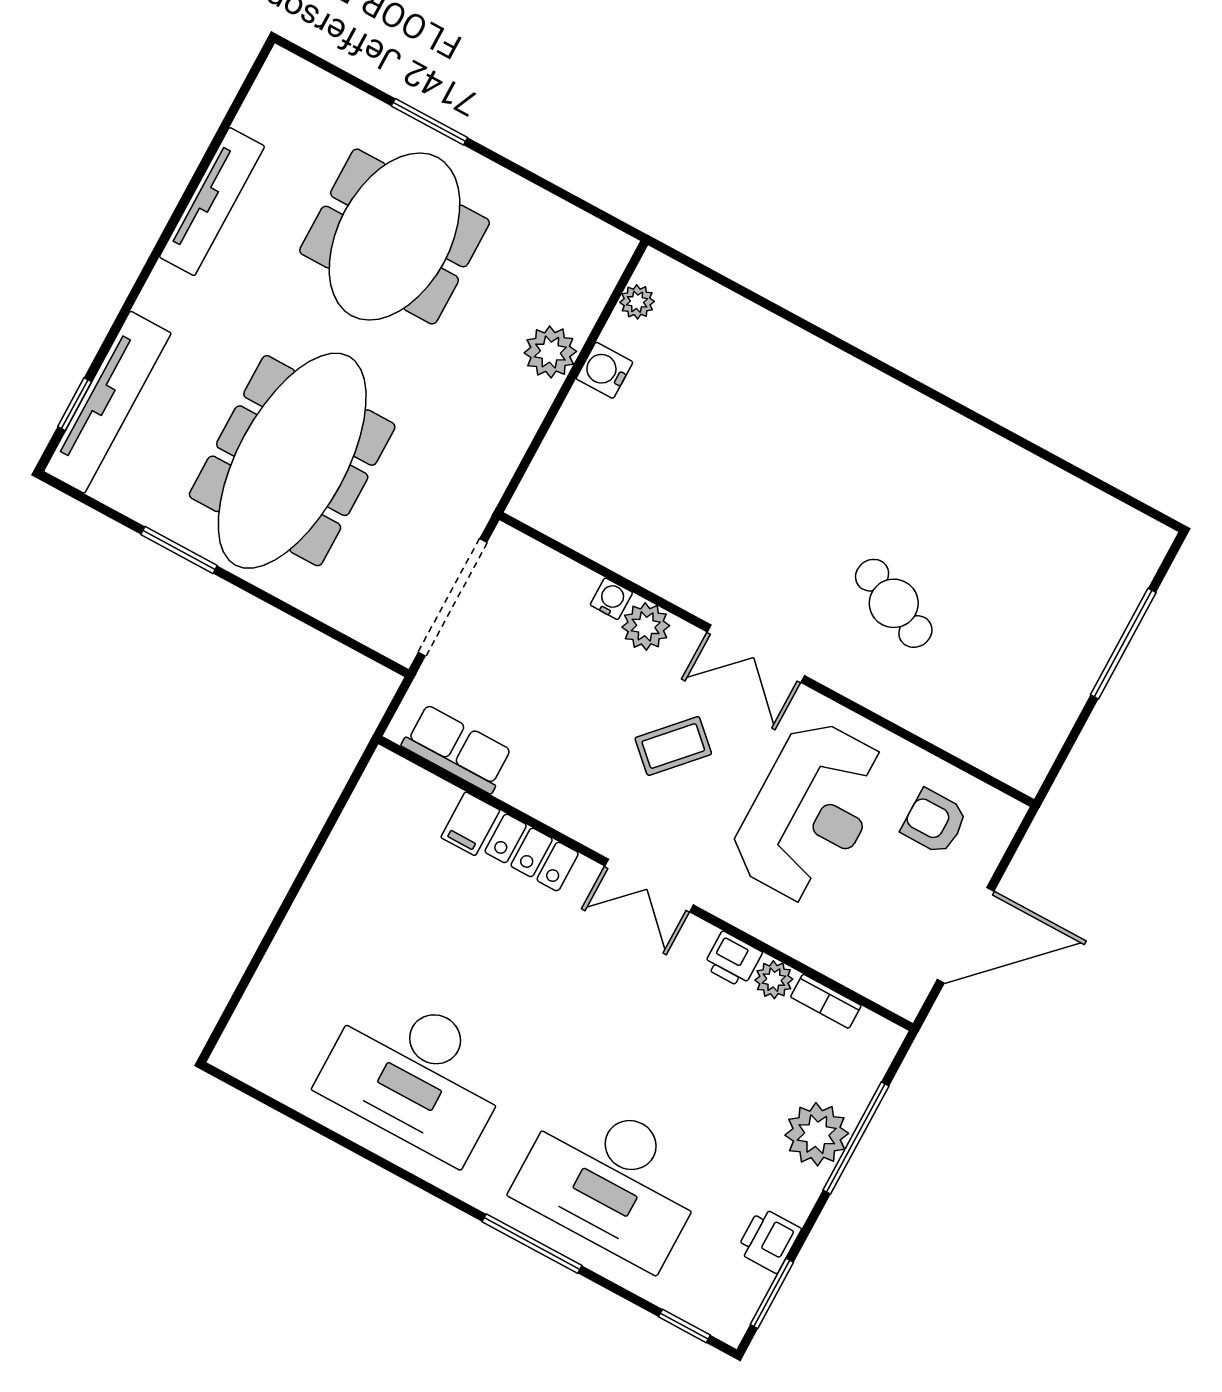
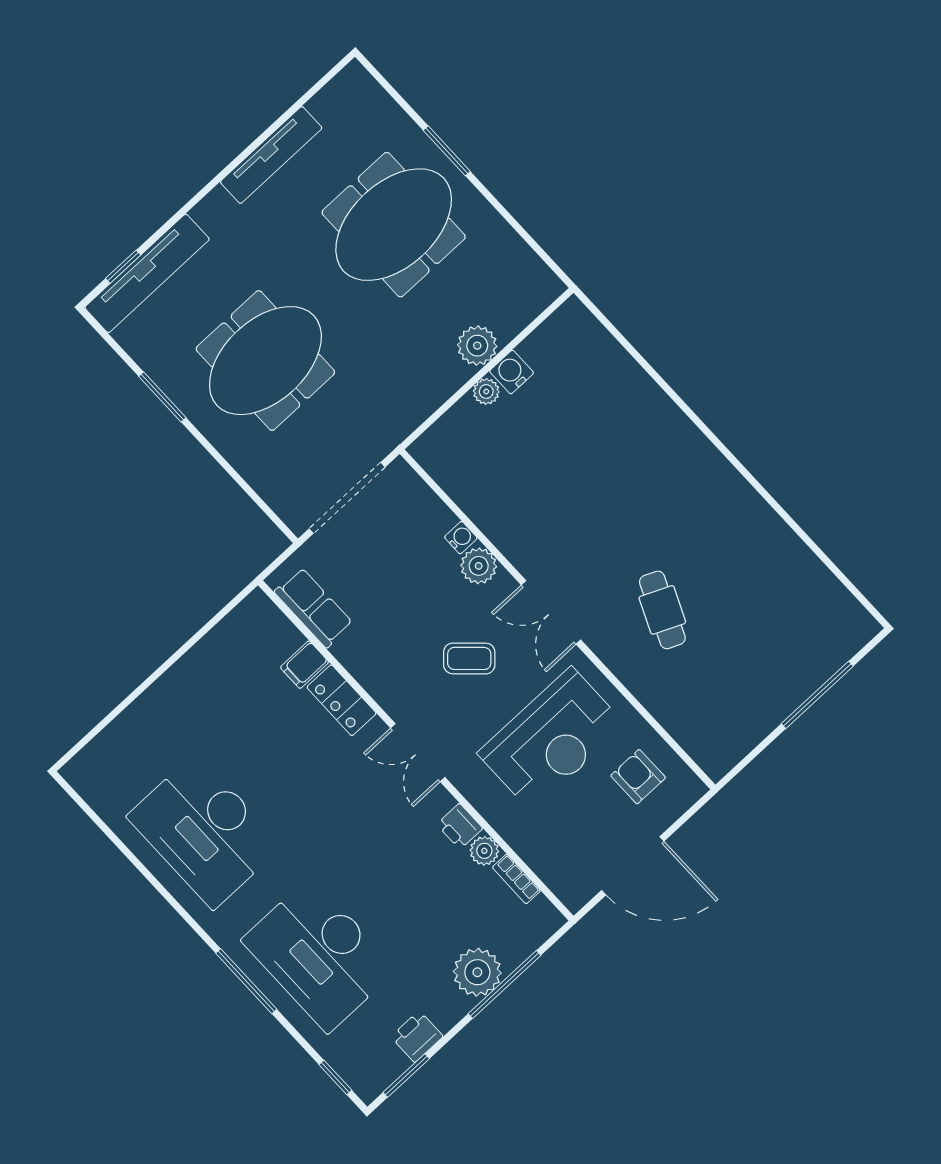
plant: (637, 302) -> (486, 391), moved
meeting table: (292, 461) -> (265, 361), width x0.73

